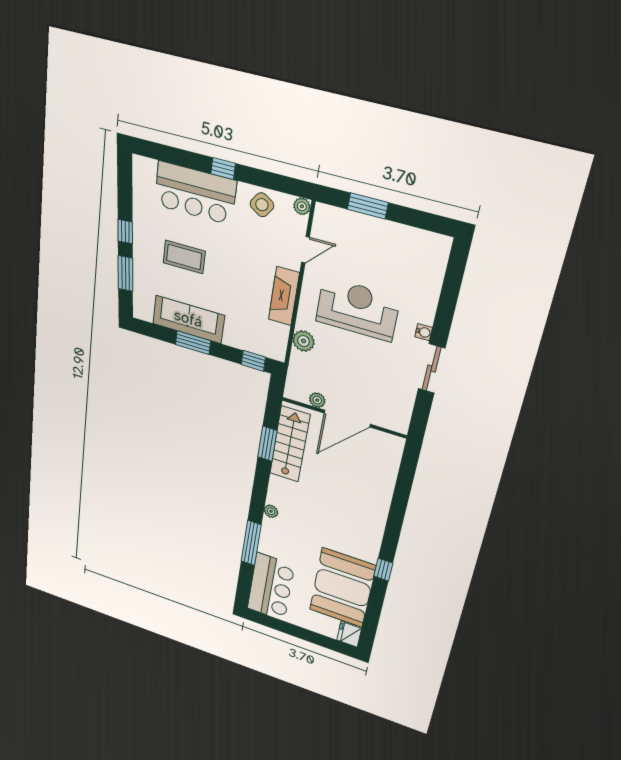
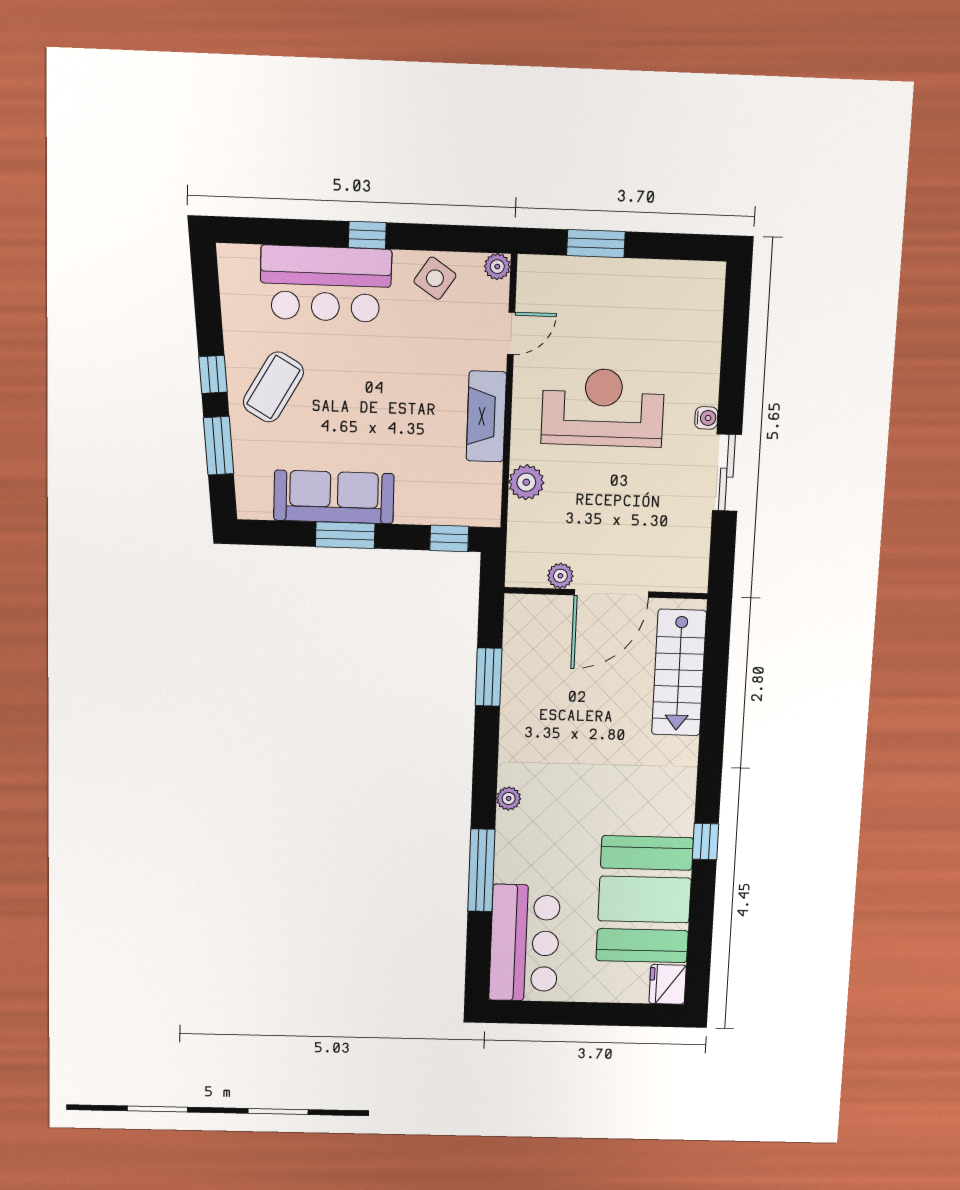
coffee table: (184, 257) -> (273, 387), moved, turned -60
stairs: (290, 444) -> (679, 673), moved, turned 180

